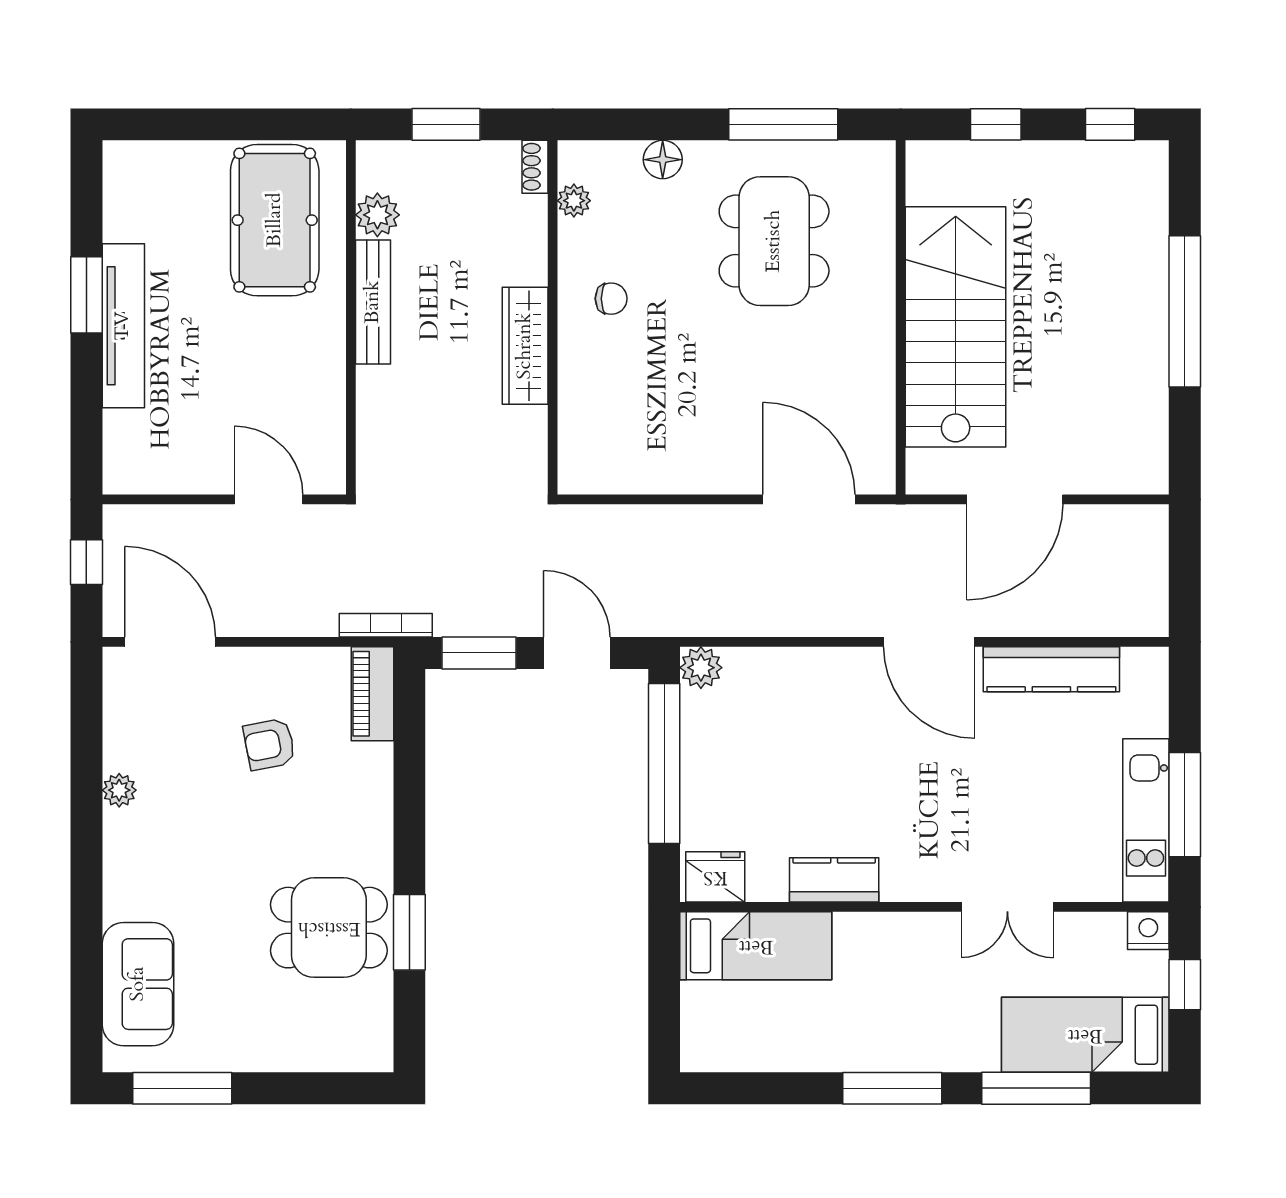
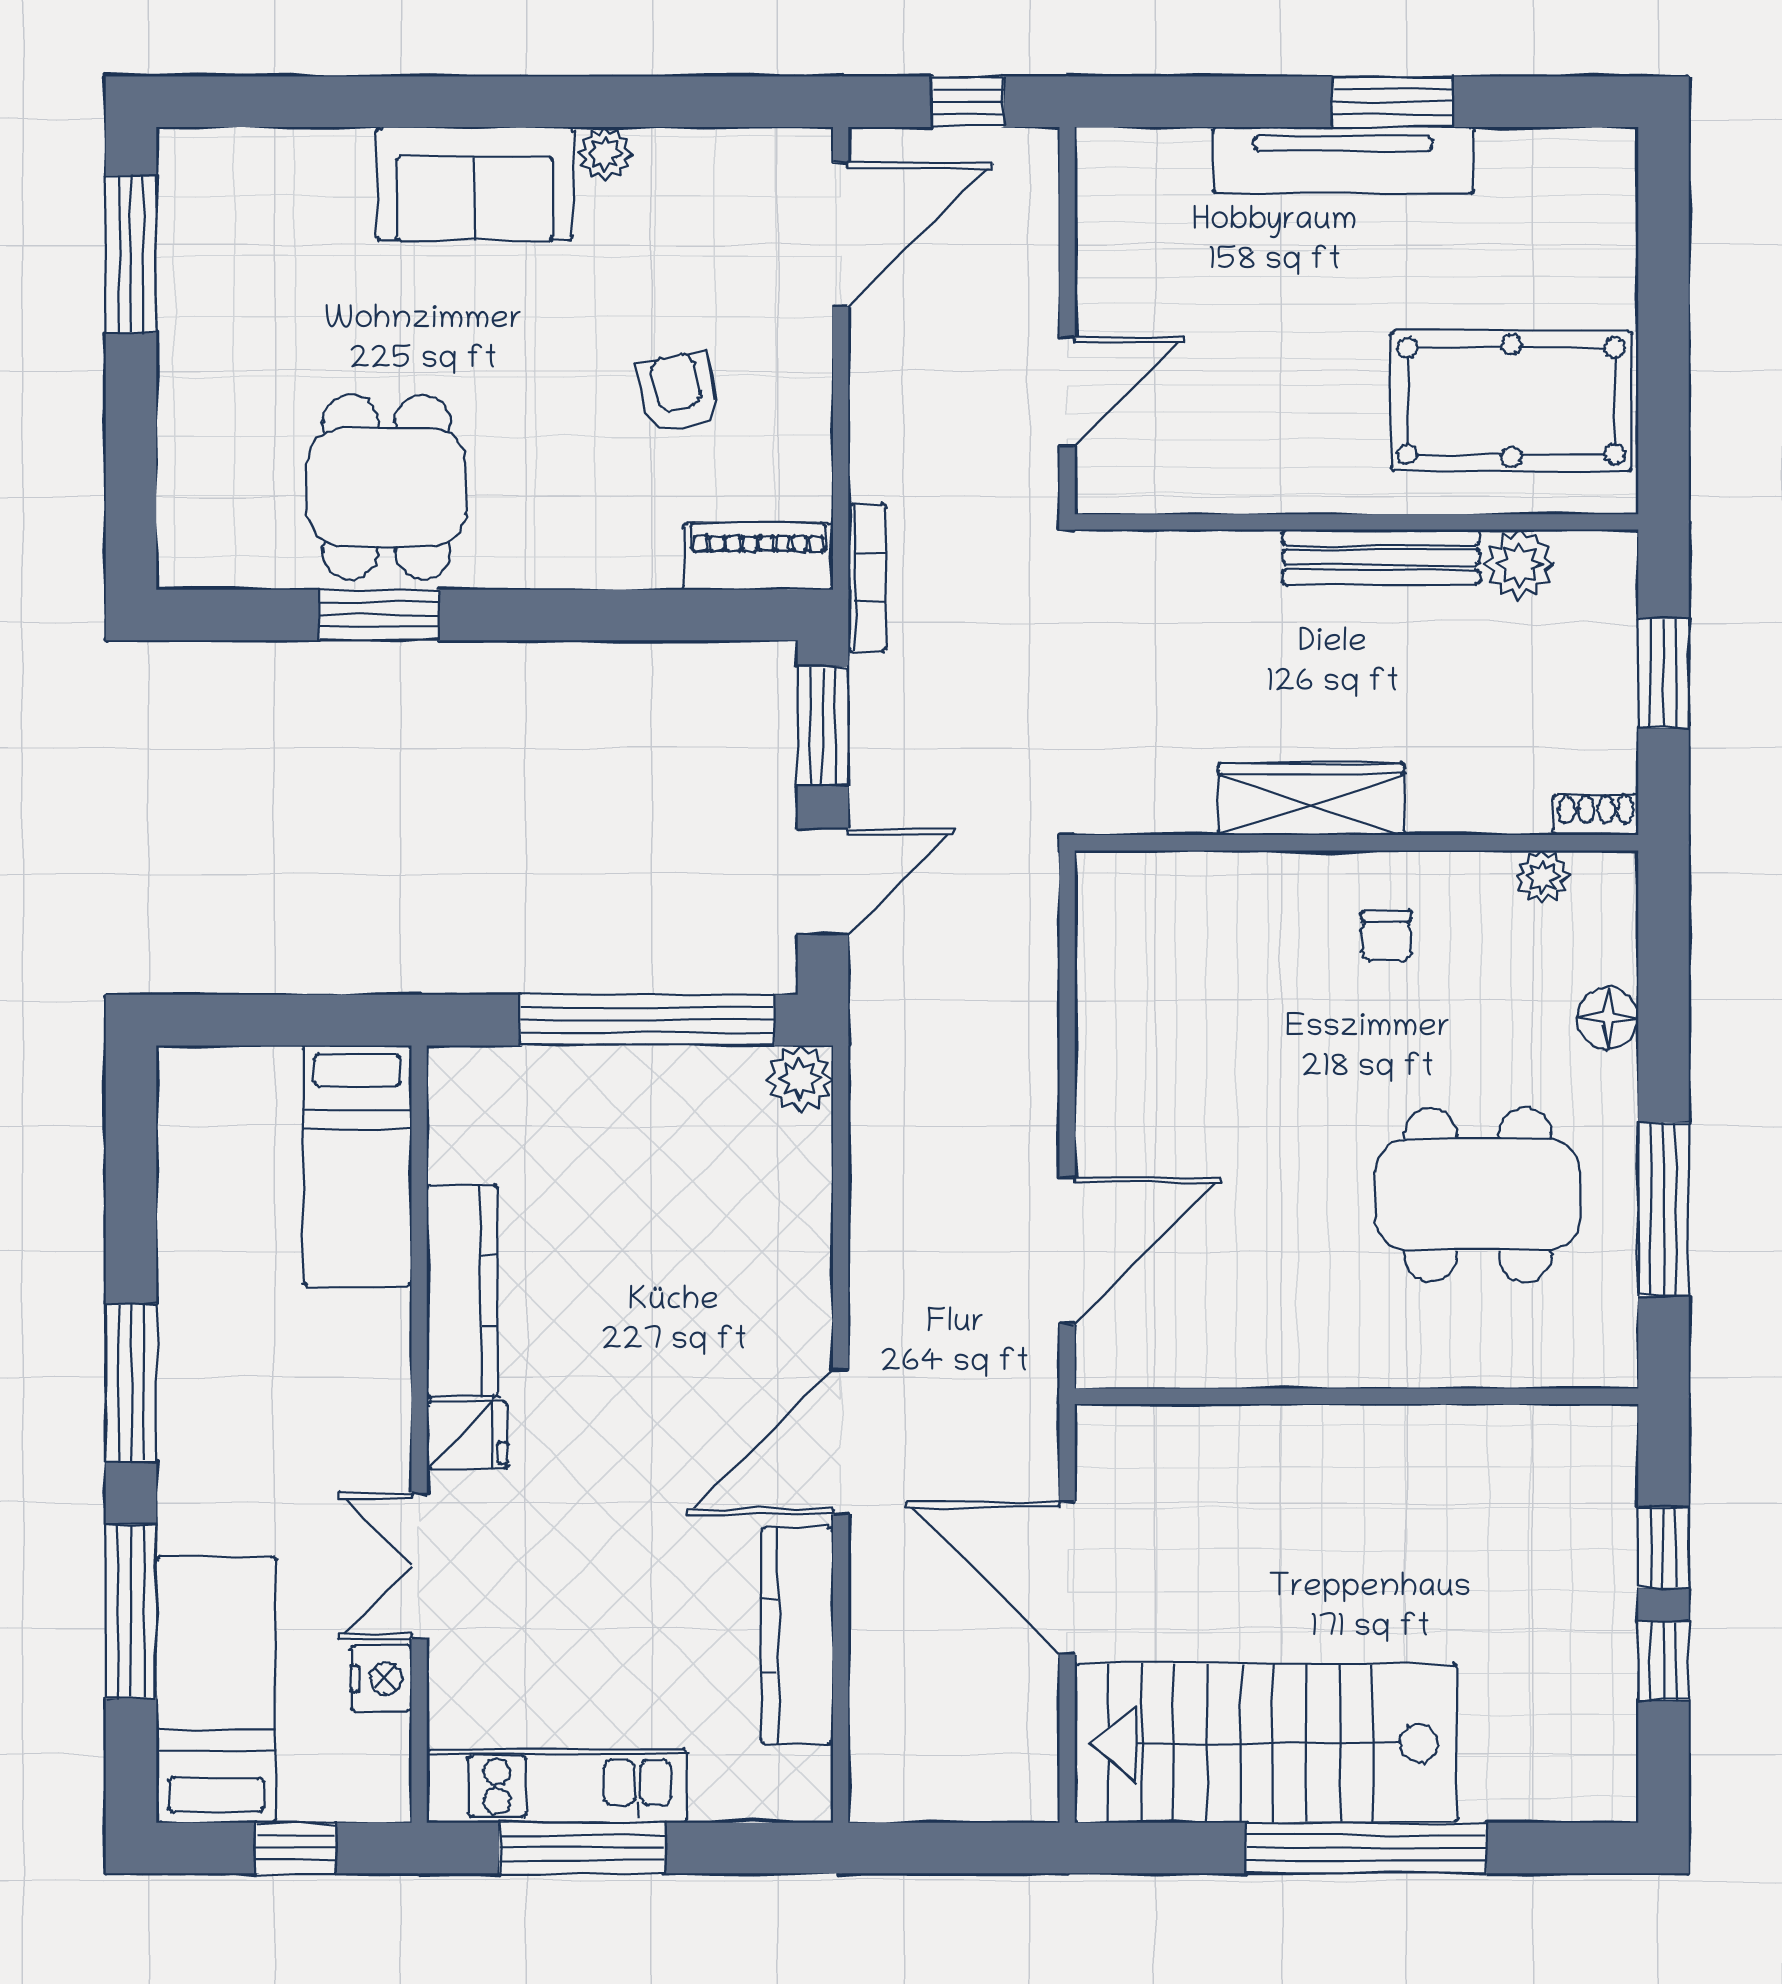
window: (1110, 124) -> (1663, 1661), moved
stairs: (956, 327) -> (1266, 1743), moved, turned 180
fridge: (715, 877) -> (467, 1435), moved, width x0.72
kitchen counter: (834, 880) -> (462, 1290), width x1.50
nightstand: (1148, 931) -> (381, 1678), moved
sofa: (138, 984) -> (475, 184), moved

